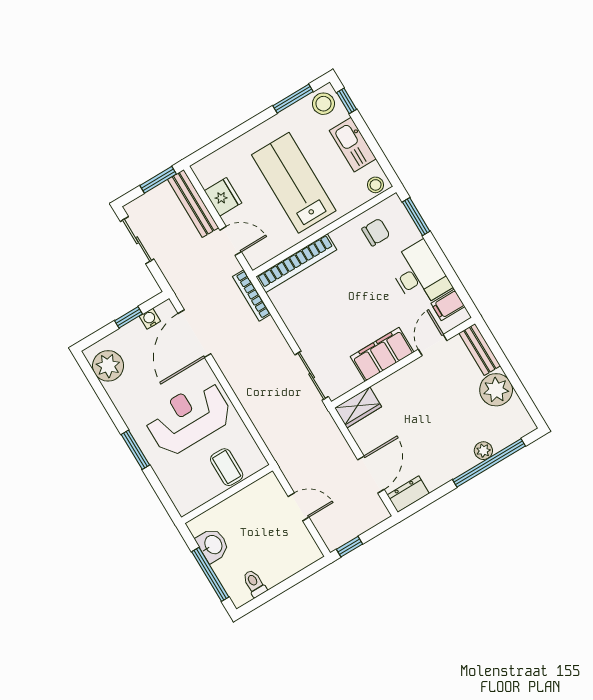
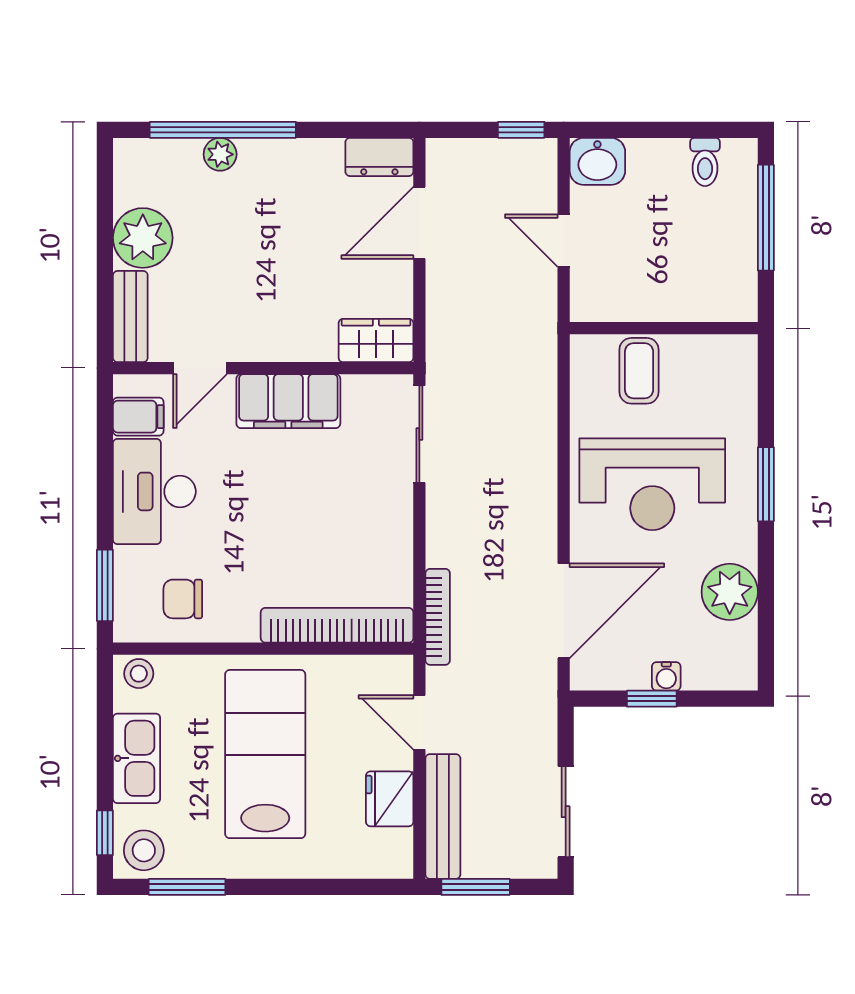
lab bench: (294, 183) -> (265, 754), turned 180
water cooler: (150, 319) -> (666, 676), moved
plant: (108, 366) -> (730, 592), moved
washbasin: (213, 545) -> (597, 161), moved, turned -90

